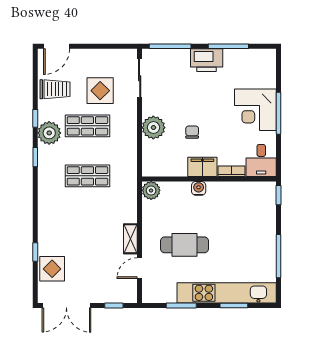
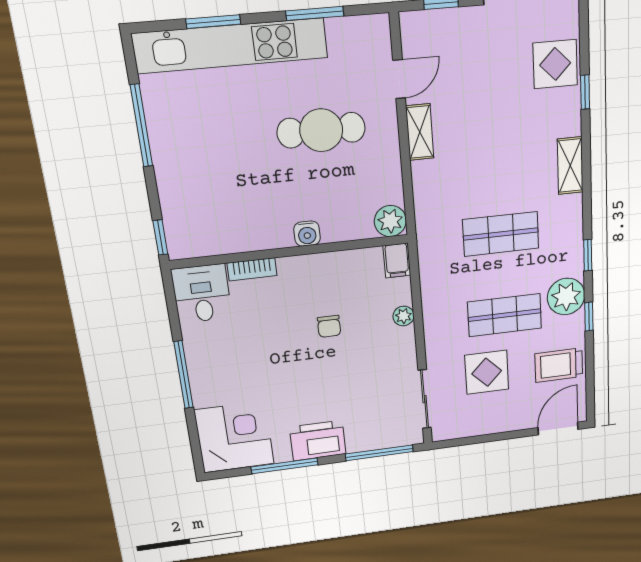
corner desk: (255, 110) -> (234, 437), moved
plant: (153, 128) -> (404, 316), width x0.53, depth x0.53
filing cabinet: (202, 167) -> (397, 261), moved, width x0.50
shelving: (45, 212) -> (570, 166), added

